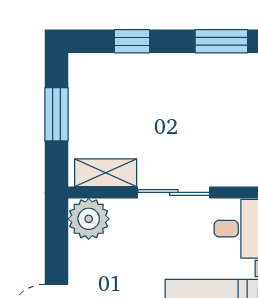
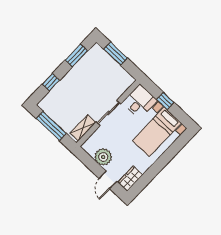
window: (57, 114) -> (51, 126), width x1.44
plant: (89, 219) -> (103, 157), moved

